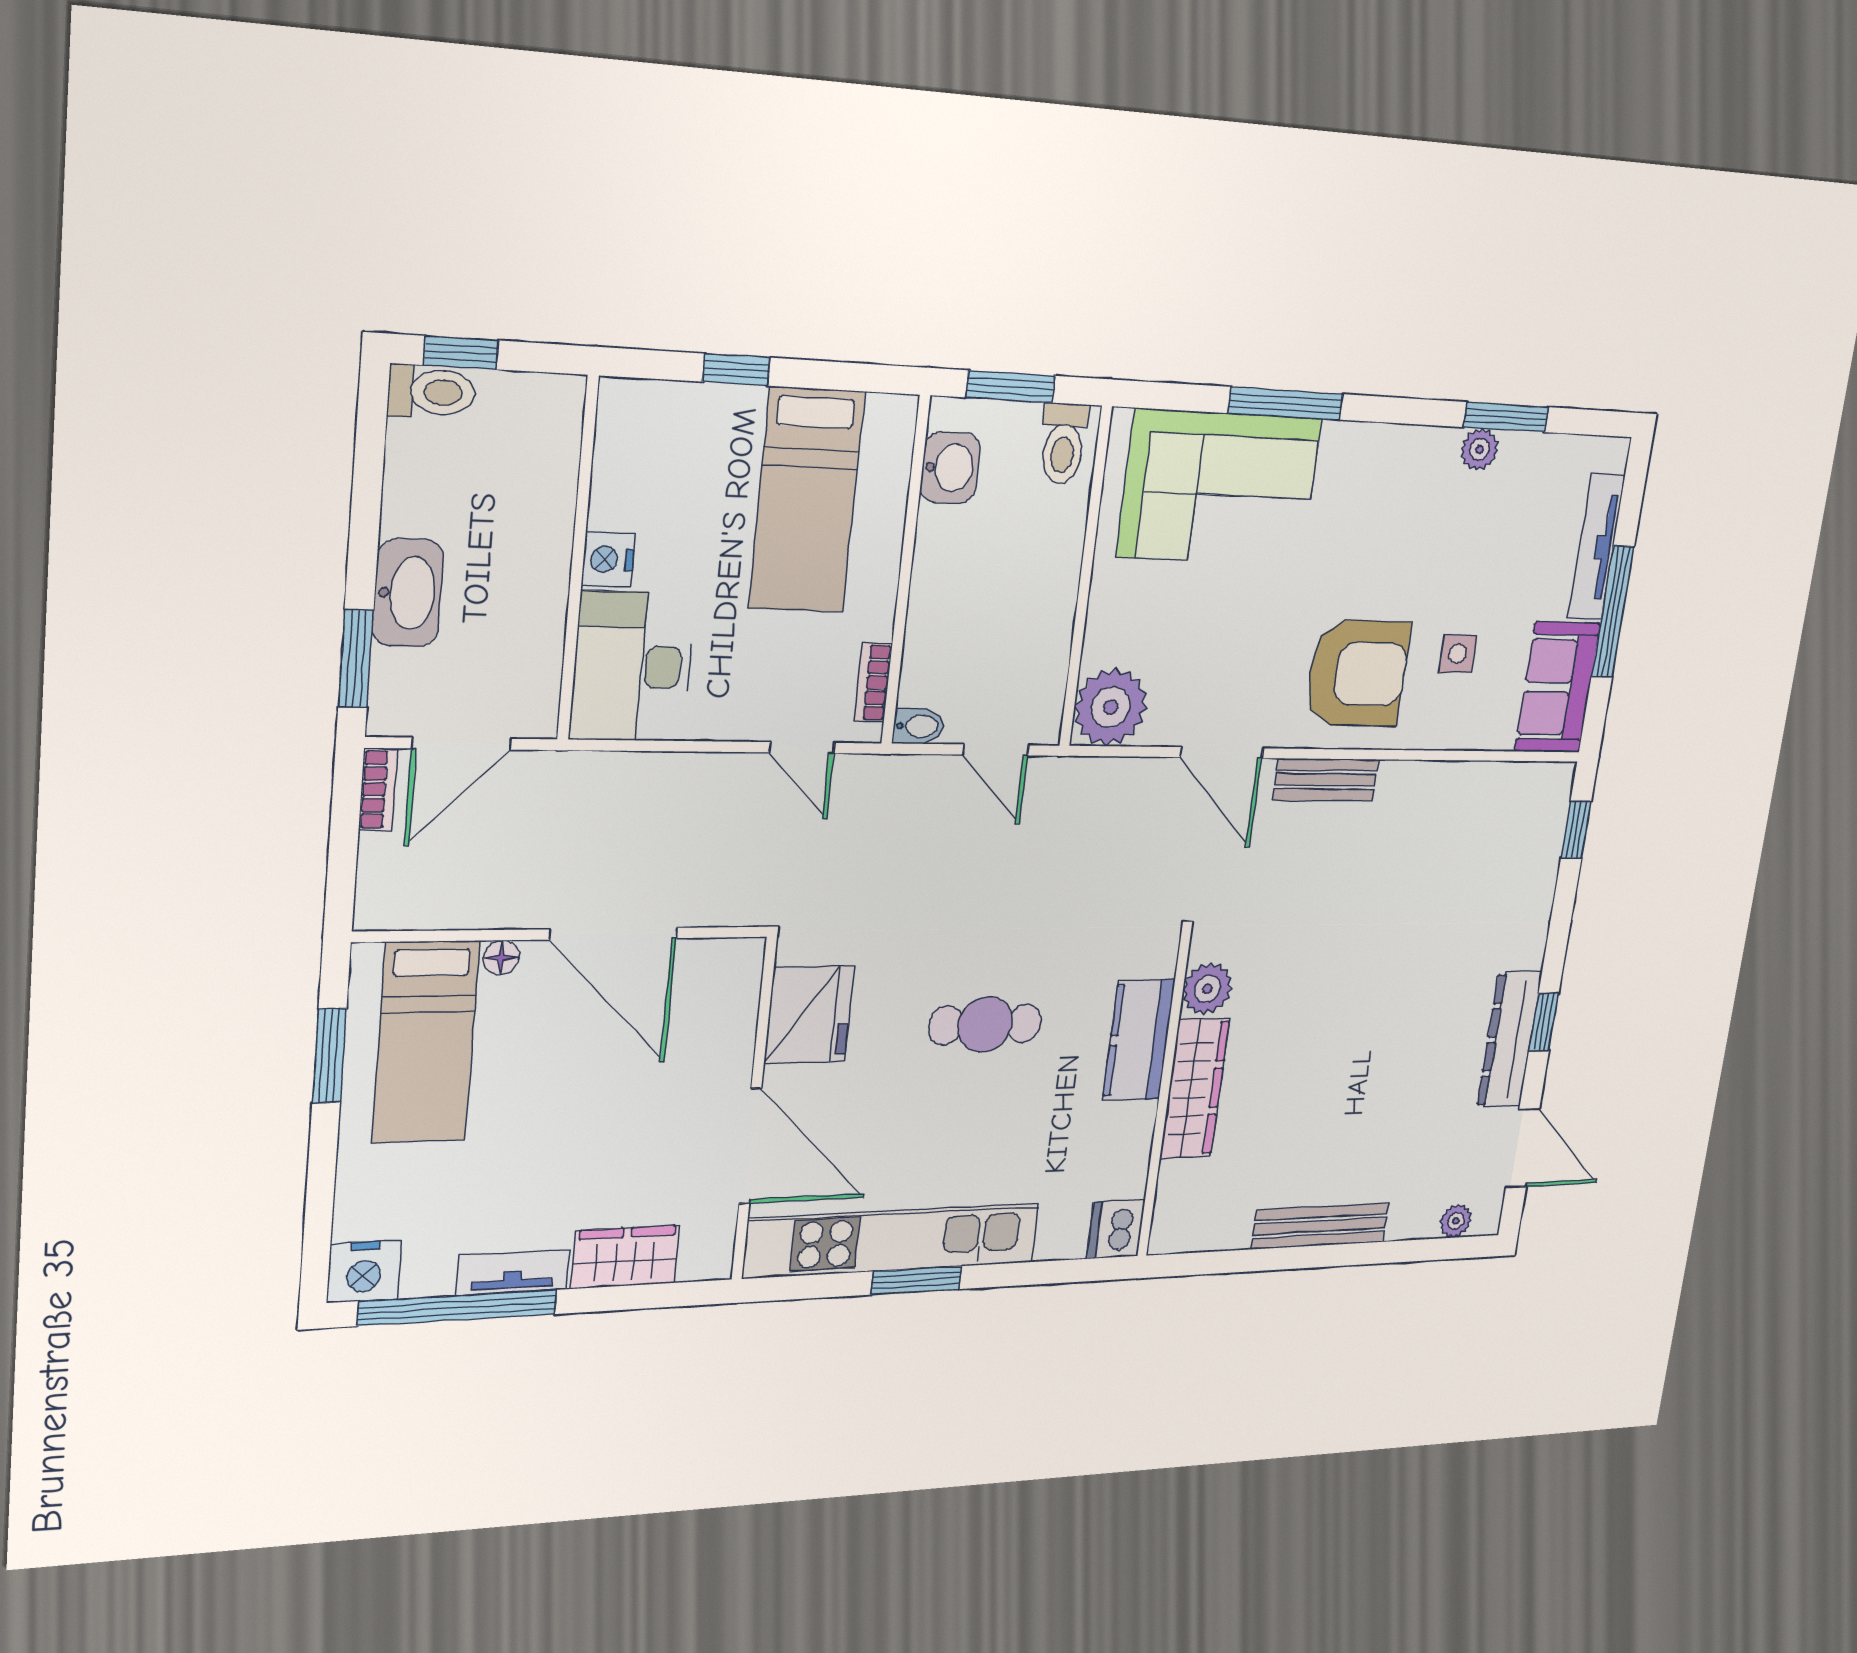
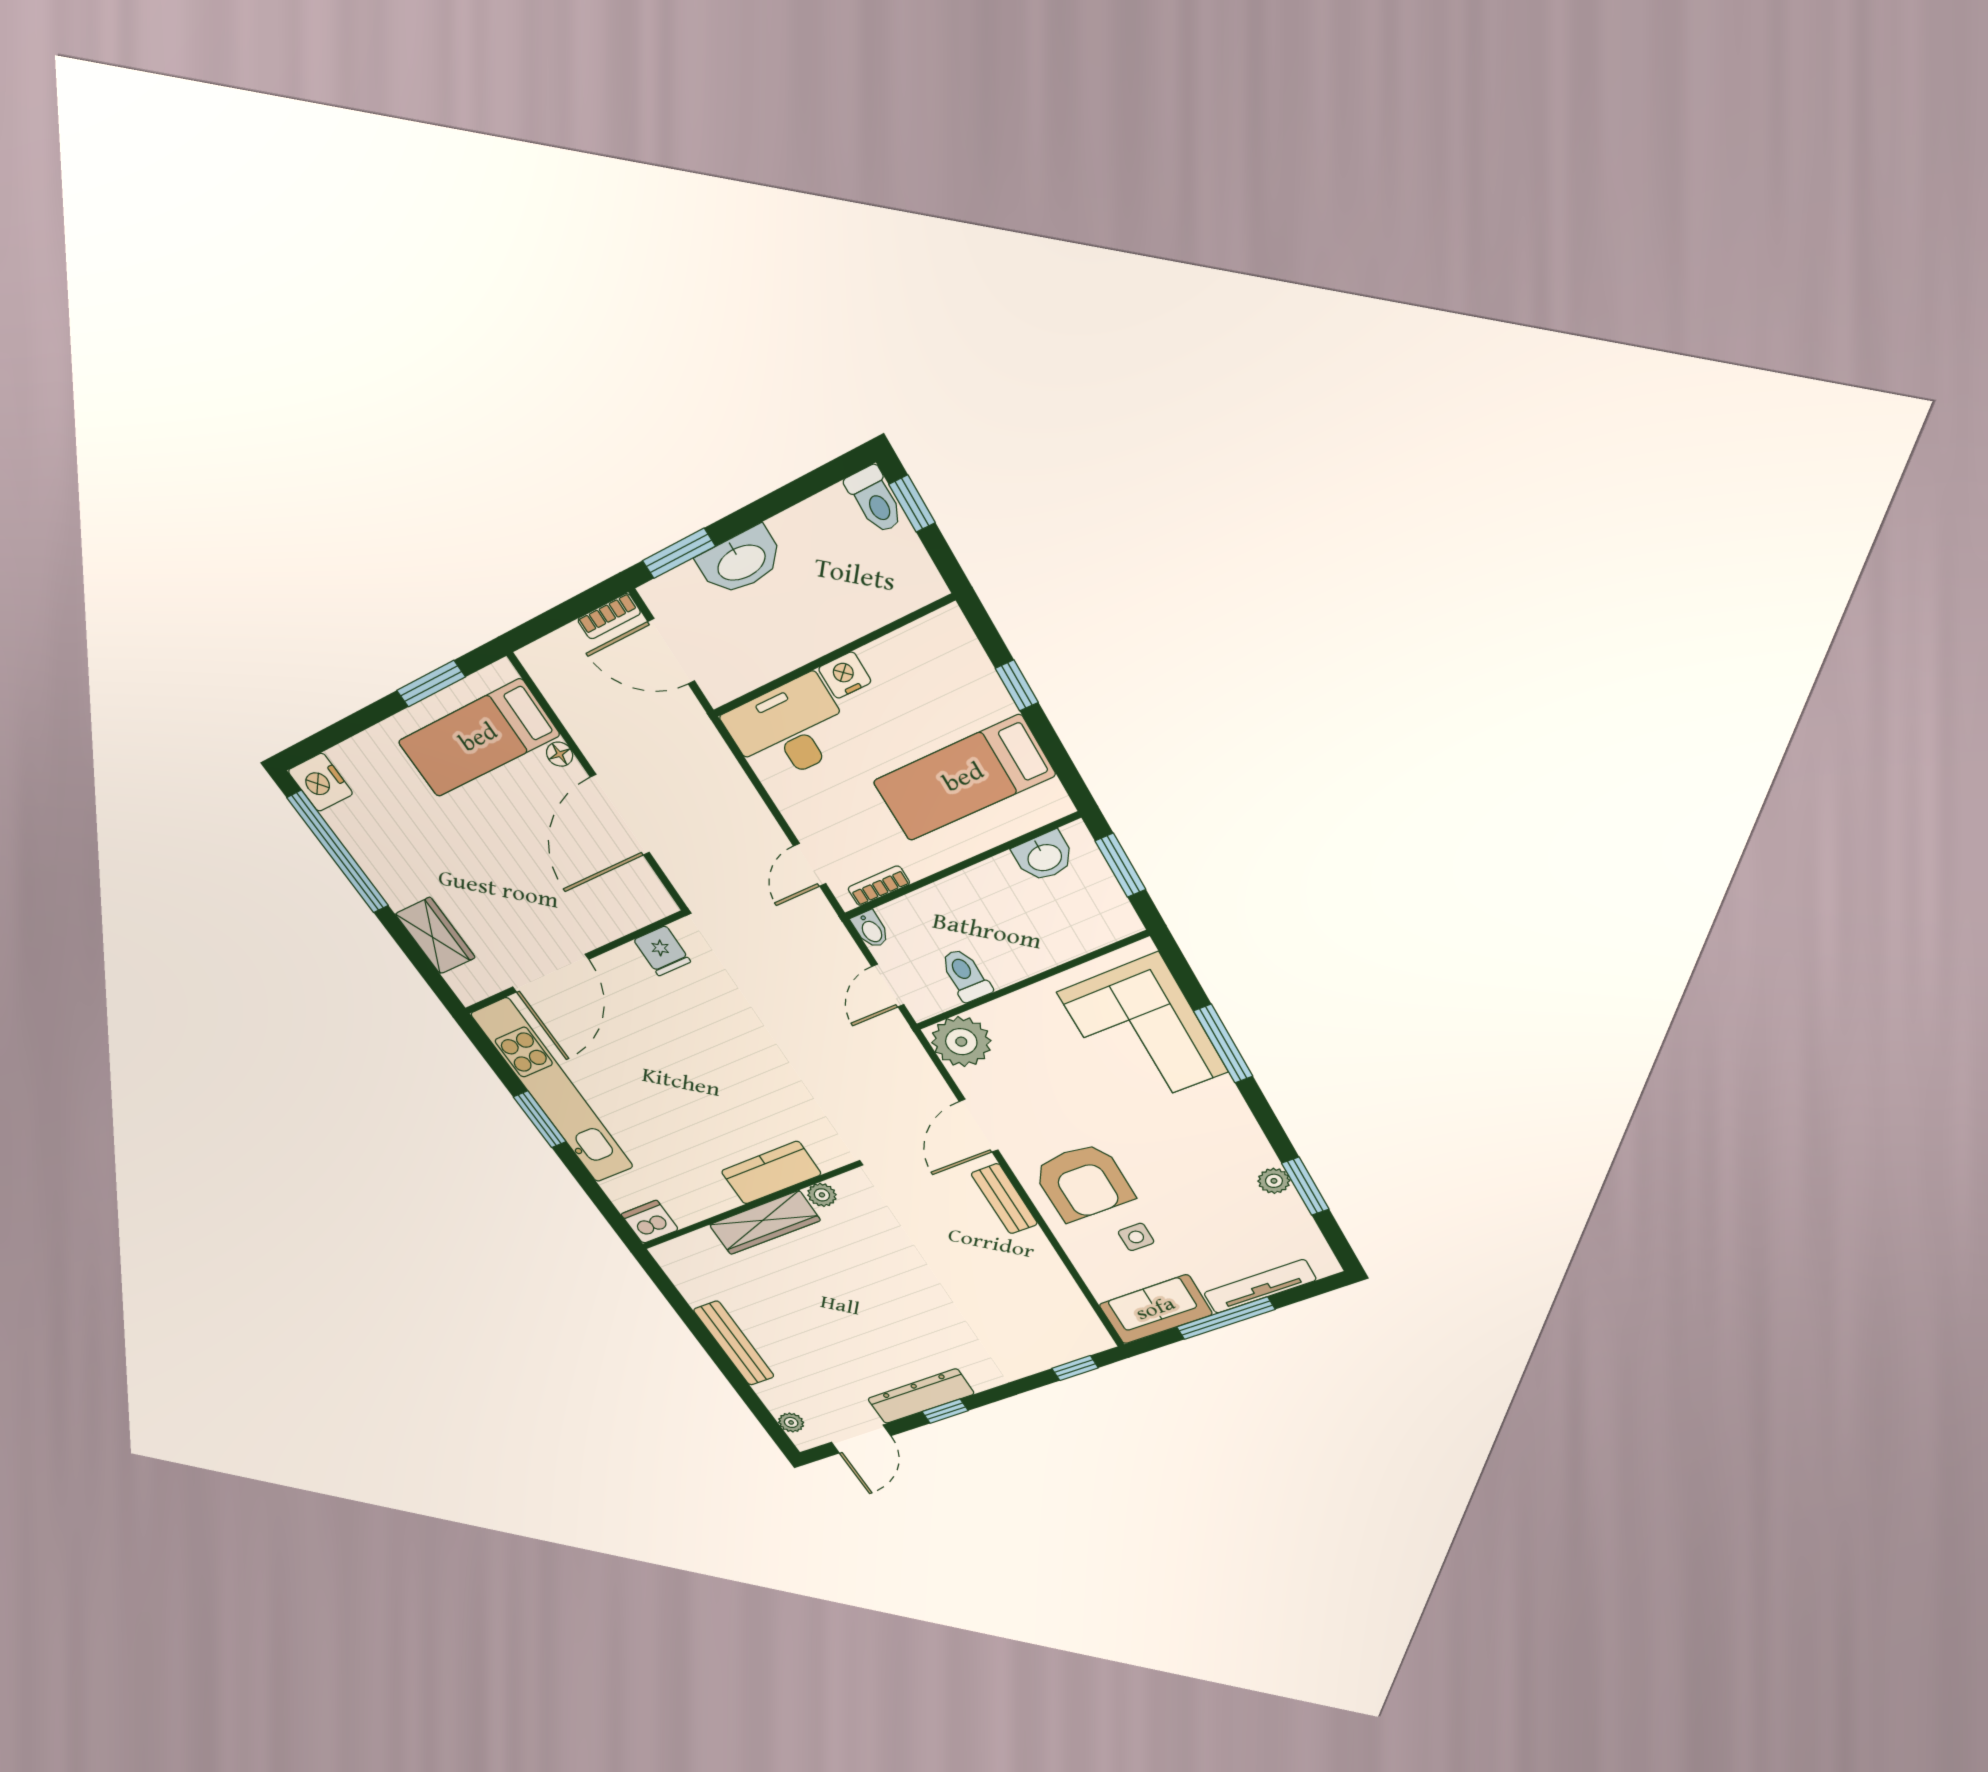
toilet: (1063, 444) -> (965, 975), moved, turned 90
plant: (1207, 989) -> (822, 1195), width x0.73, depth x0.73
fridge: (809, 1015) -> (662, 951), width x0.53, depth x0.75
cafe table: (985, 1024) -> (718, 1074), removed
tv unit: (513, 1272) -> (381, 873), removed

